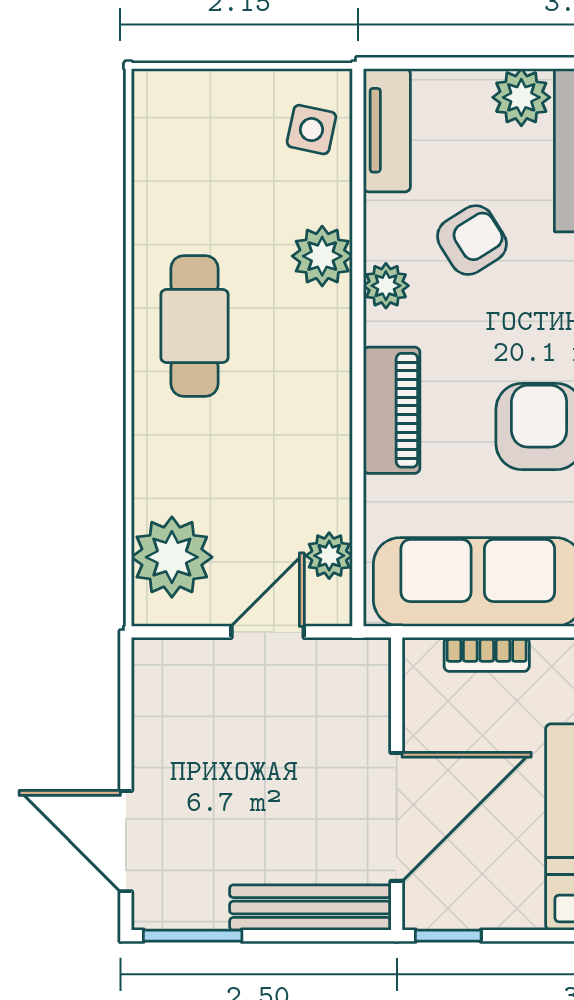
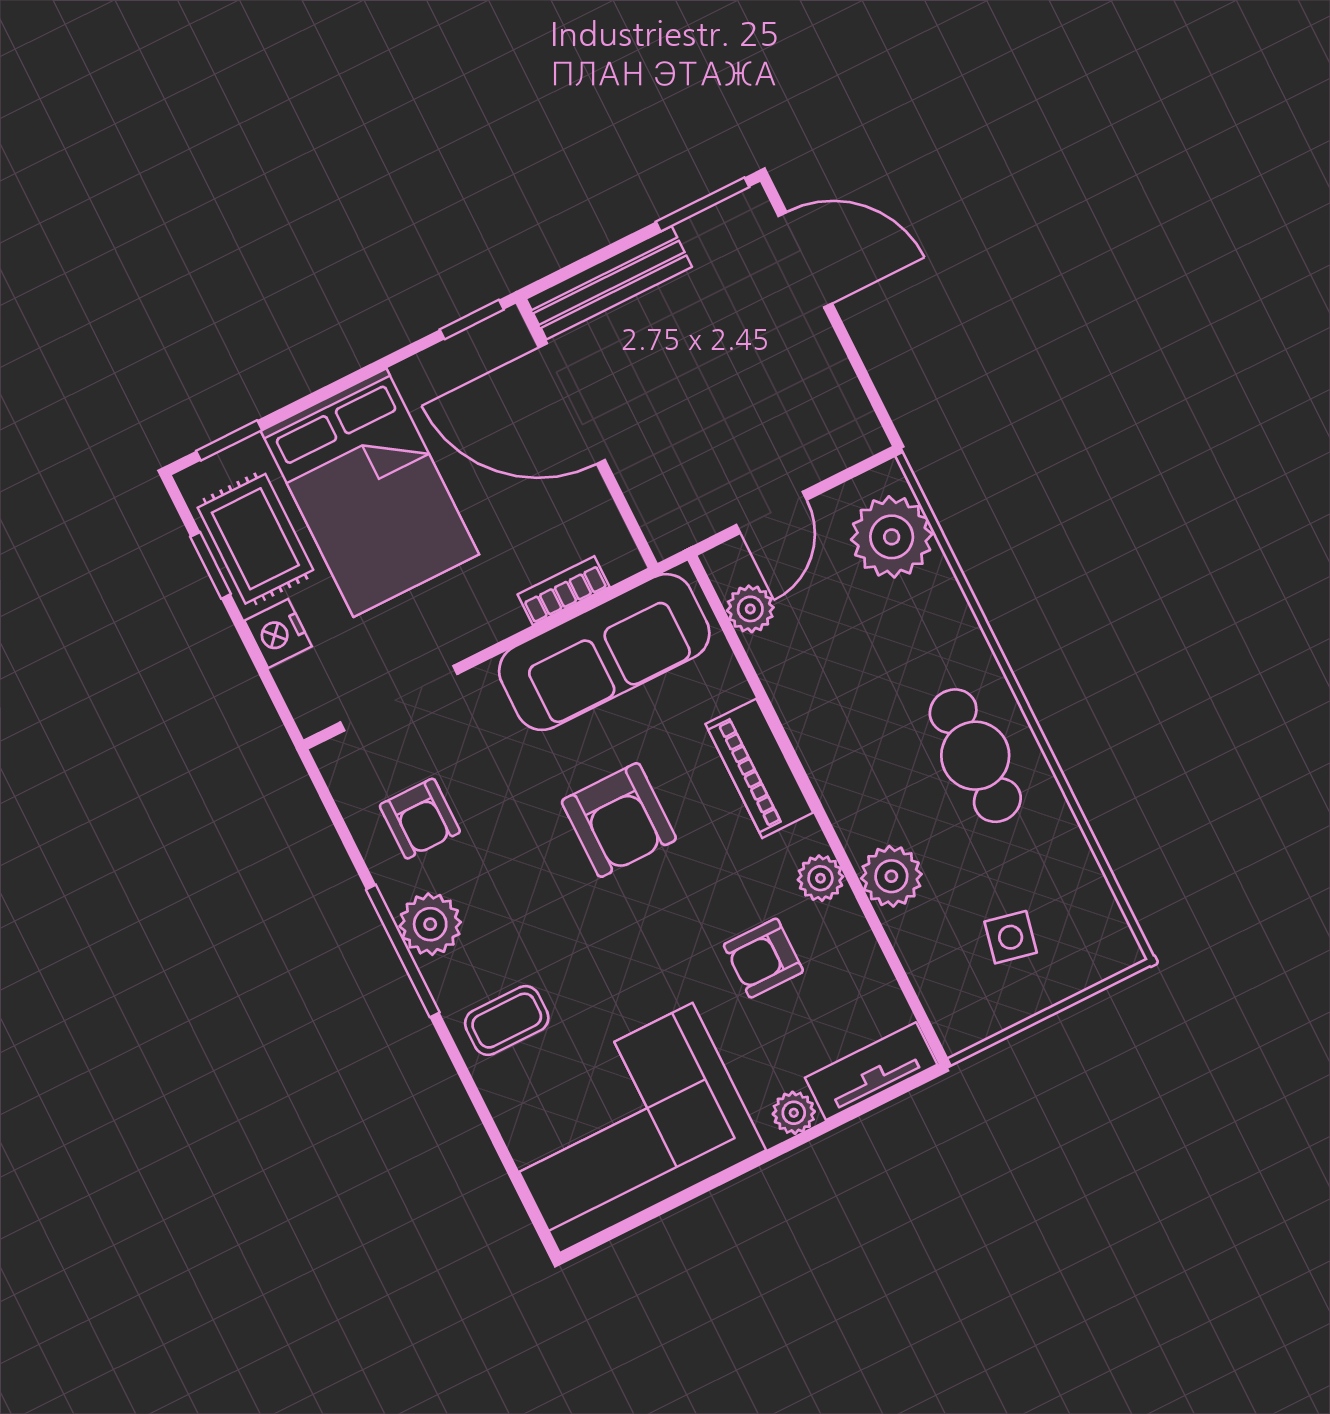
plant: (521, 97) -> (794, 1113), width x0.73, depth x0.73
side table: (311, 130) -> (1011, 937), moved
tv unit: (387, 130) -> (871, 1071), moved, turned 90
armchair: (472, 240) -> (763, 958), turned 32
door: (397, 817) -> (572, 404), hinge flipped

